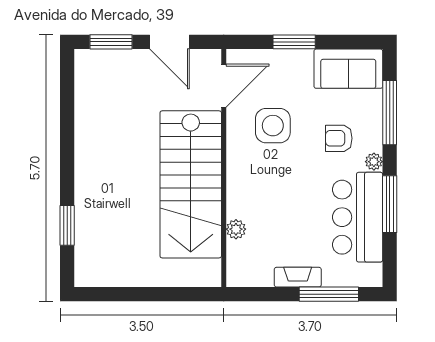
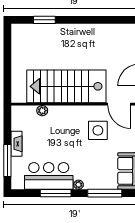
armchair: (339, 138) -> (91, 166), removed

